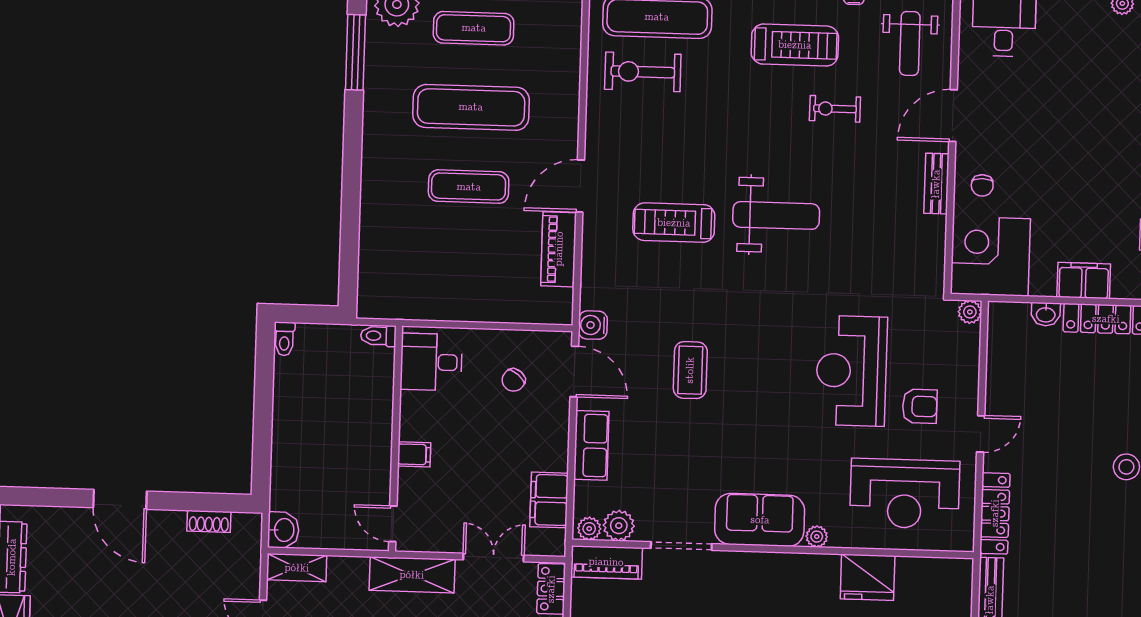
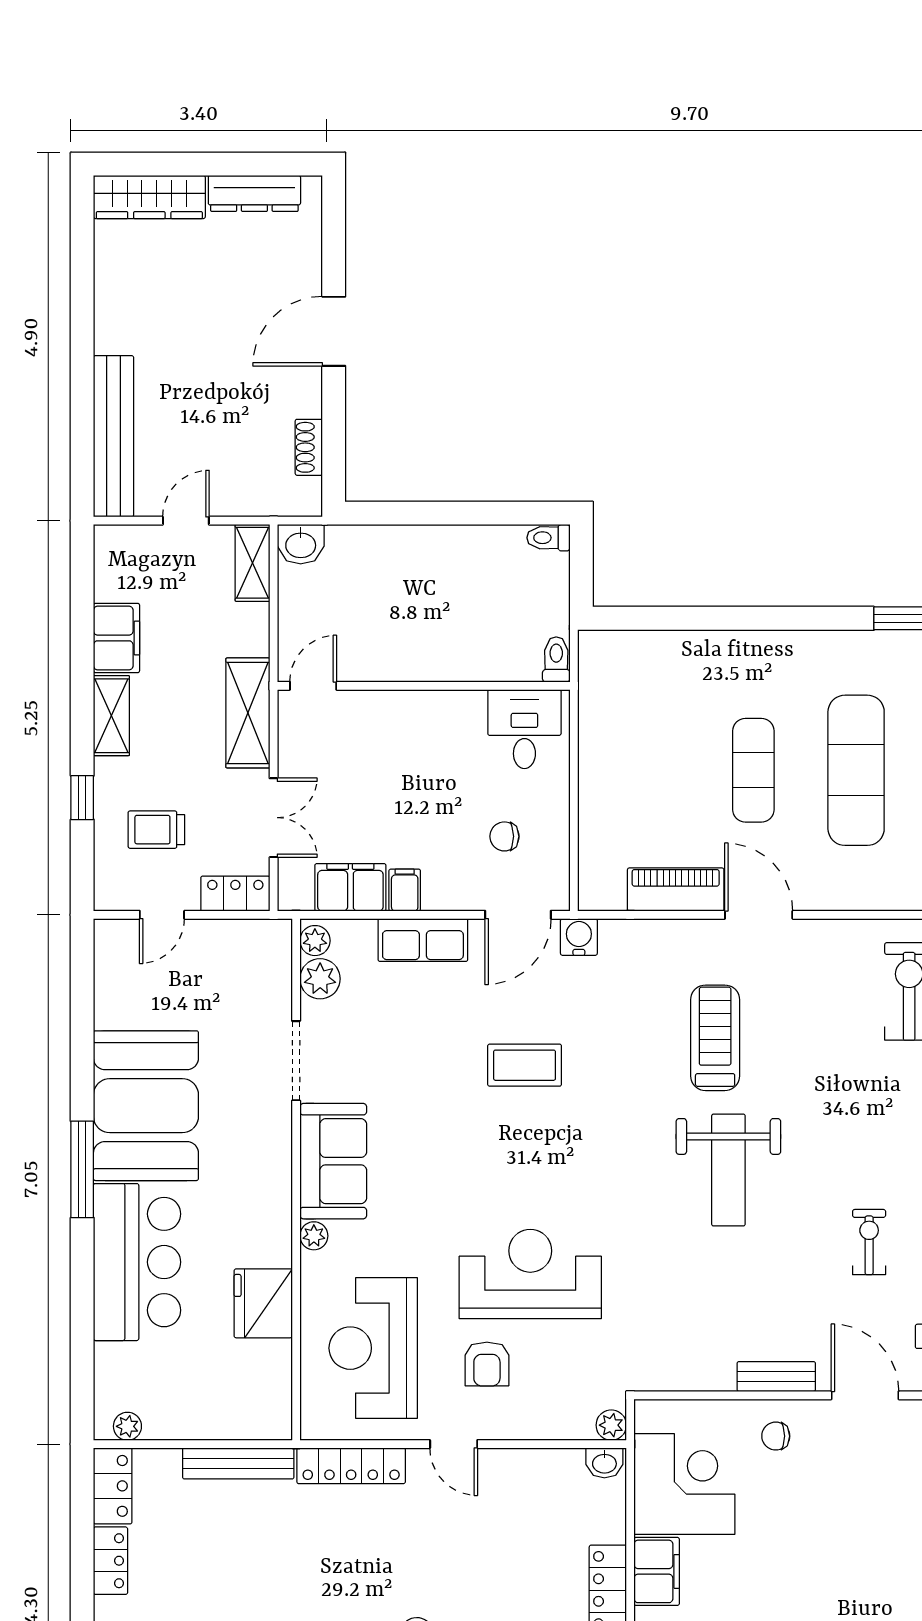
corner desk: (990, 256) -> (684, 1484), moved
washbasin: (1046, 314) -> (604, 1463), moved, turned -90
chair: (514, 380) -> (504, 836), turned -39
filing cabinet: (414, 454) -> (405, 890), moved, turned 180
piano: (606, 562) -> (272, 964), removed

